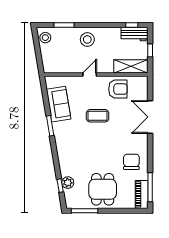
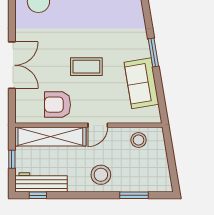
workbench: (135, 34) -> (41, 182), width x1.38
stool: (45, 38) -> (139, 140), moved
shelving: (131, 66) -> (50, 137), width x1.47

